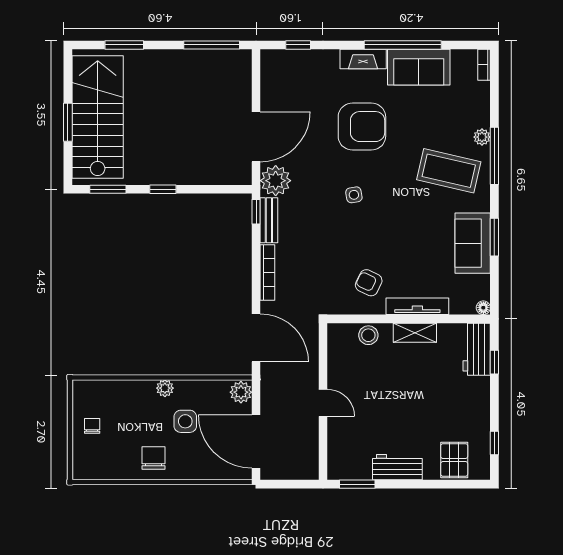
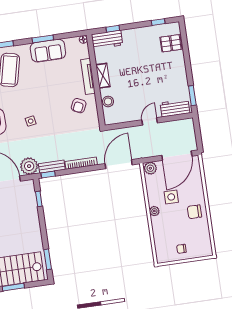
window: (163, 189) -> (39, 199), moved
workbench: (397, 467) -> (175, 108), moved, turned 90

